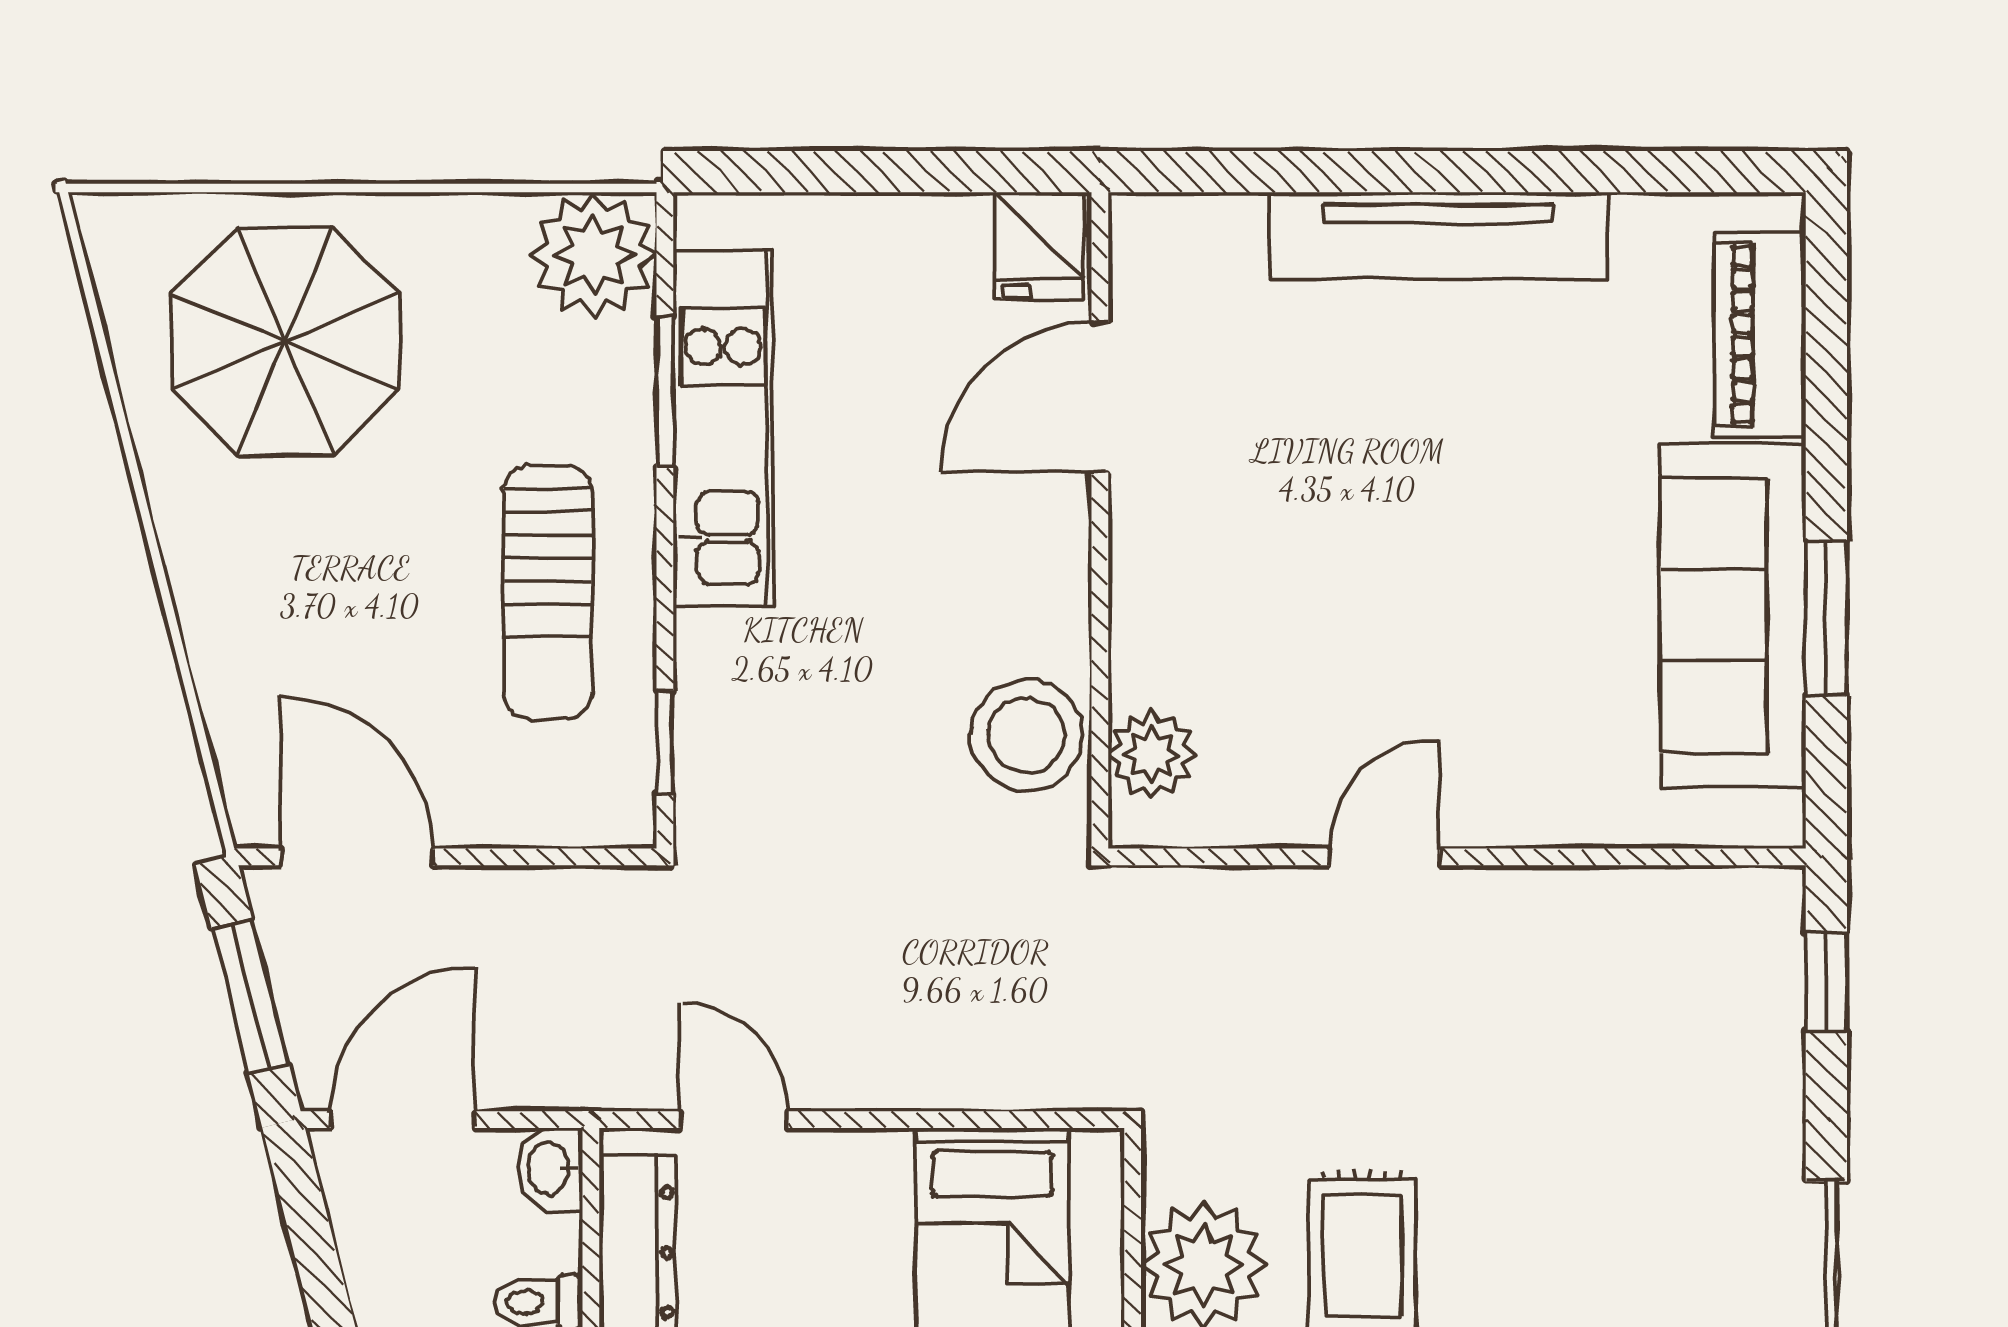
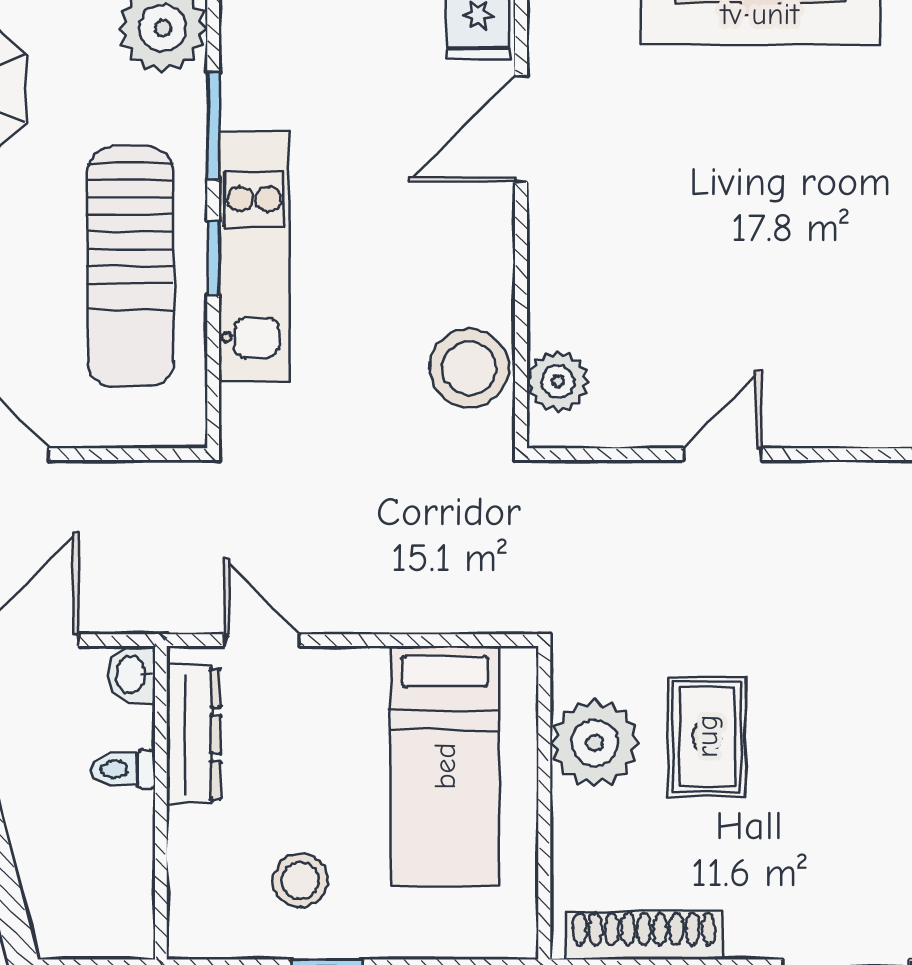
kitchen unit: (723, 428) -> (254, 257), moved
sun lounger: (548, 592) -> (130, 267), width x1.36, depth x1.34
window: (665, 743) -> (213, 258), moved

